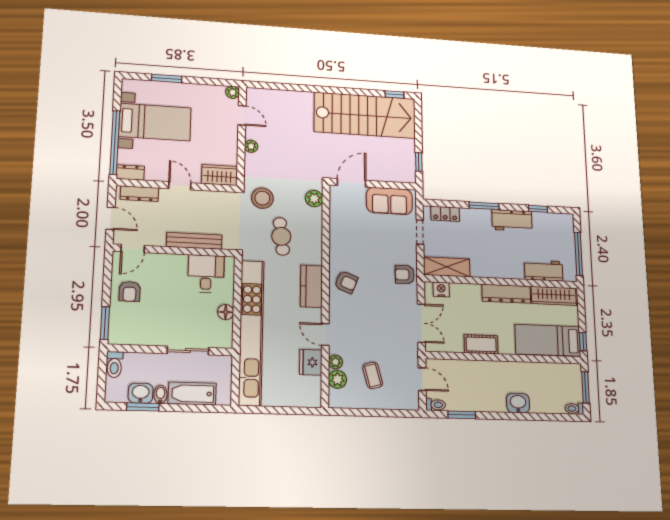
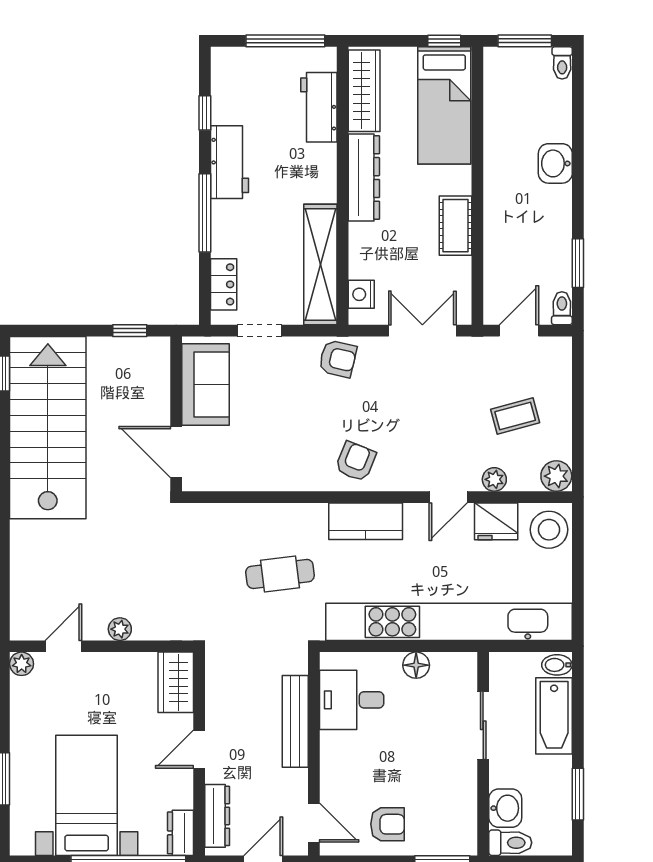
stool: (262, 198) -> (549, 530), moved
plant: (314, 199) -> (209, 518), removed
window: (484, 206) -> (205, 213), width x1.44
shelving: (447, 267) -> (320, 264), width x1.47
armchair: (405, 275) -> (338, 359), turned -77
plant: (337, 379) -> (556, 476), moved
washbasin: (141, 393) -> (505, 808), moved, turned 180
bidet: (160, 394) -> (557, 665), moved

